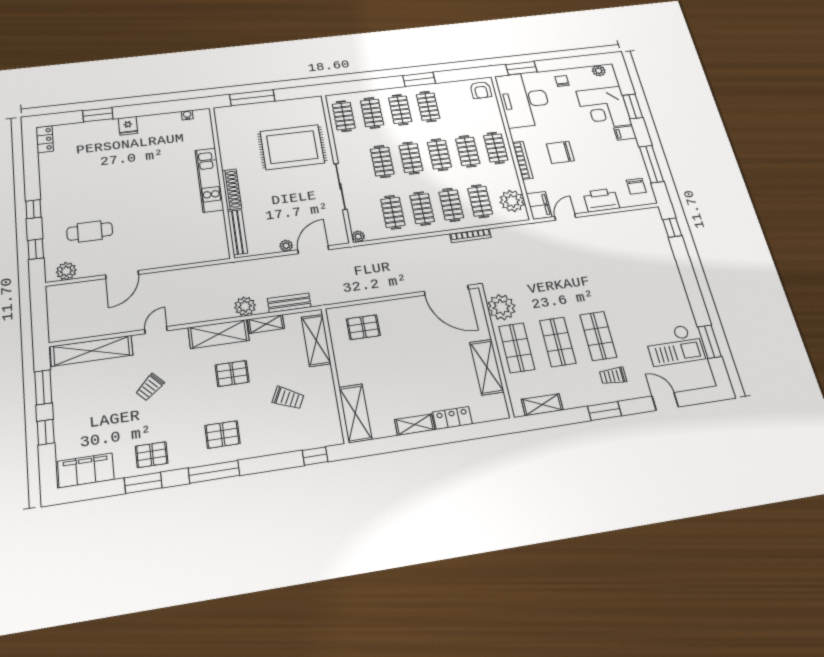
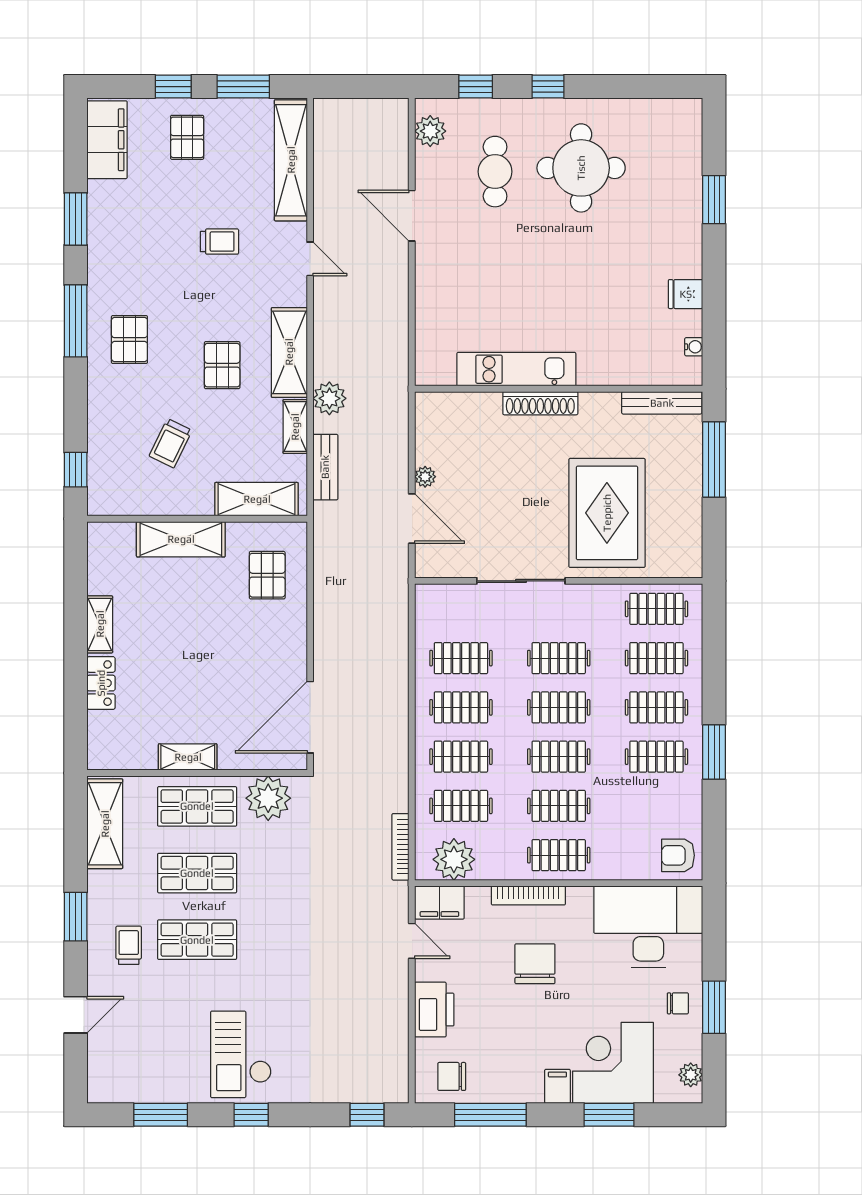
window: (521, 68) -> (714, 1007), moved
fridge: (128, 126) -> (686, 294), moved
locker: (45, 139) -> (677, 111), removed
kitchen unit: (209, 180) -> (516, 369), moved
round table: (84, 185) -> (581, 168), added
bench: (237, 232) -> (662, 403), moved
plant: (358, 236) -> (425, 594), removed
bookcase: (470, 236) -> (400, 847), moved
window: (693, 290) -> (251, 1115), added
checkout: (674, 345) -> (241, 1054), moved
shelving: (487, 367) -> (188, 757), width x0.67, depth x0.75
trolley: (150, 387) -> (219, 242), turned 133
shelving: (542, 405) -> (105, 824), width x1.50, depth x1.33
shelving: (355, 413) -> (181, 539), moved
pallet: (152, 455) -> (187, 137), moved

